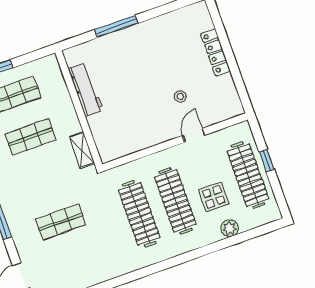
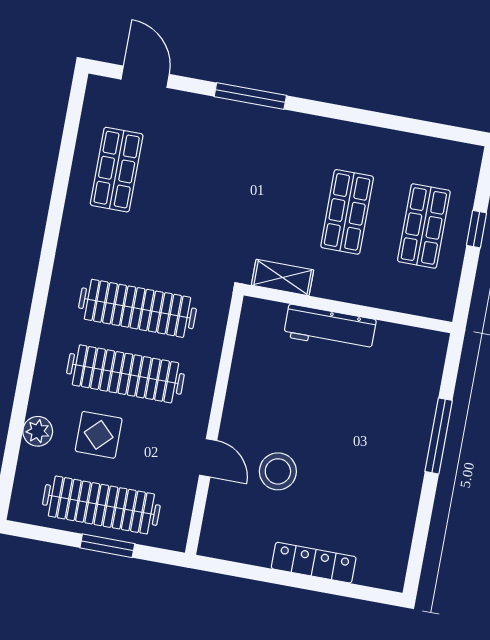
workbench: (86, 89) -> (330, 328), moved
stool: (180, 97) -> (278, 471), width x1.89, depth x1.89
window: (267, 160) -> (107, 546), width x1.50
shop shelf: (61, 222) -> (117, 170), moved

